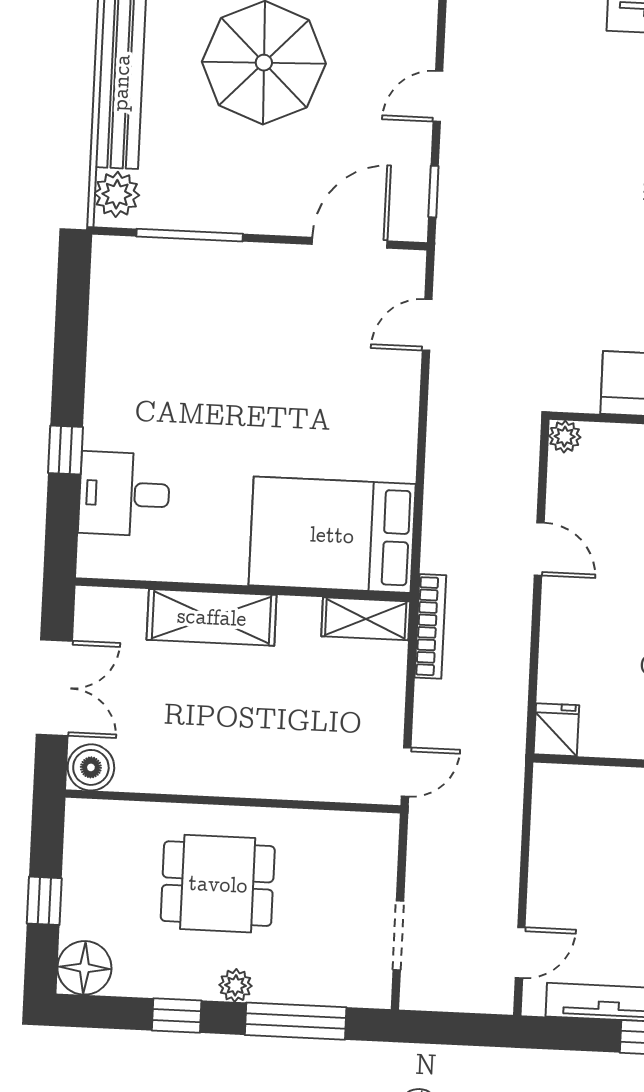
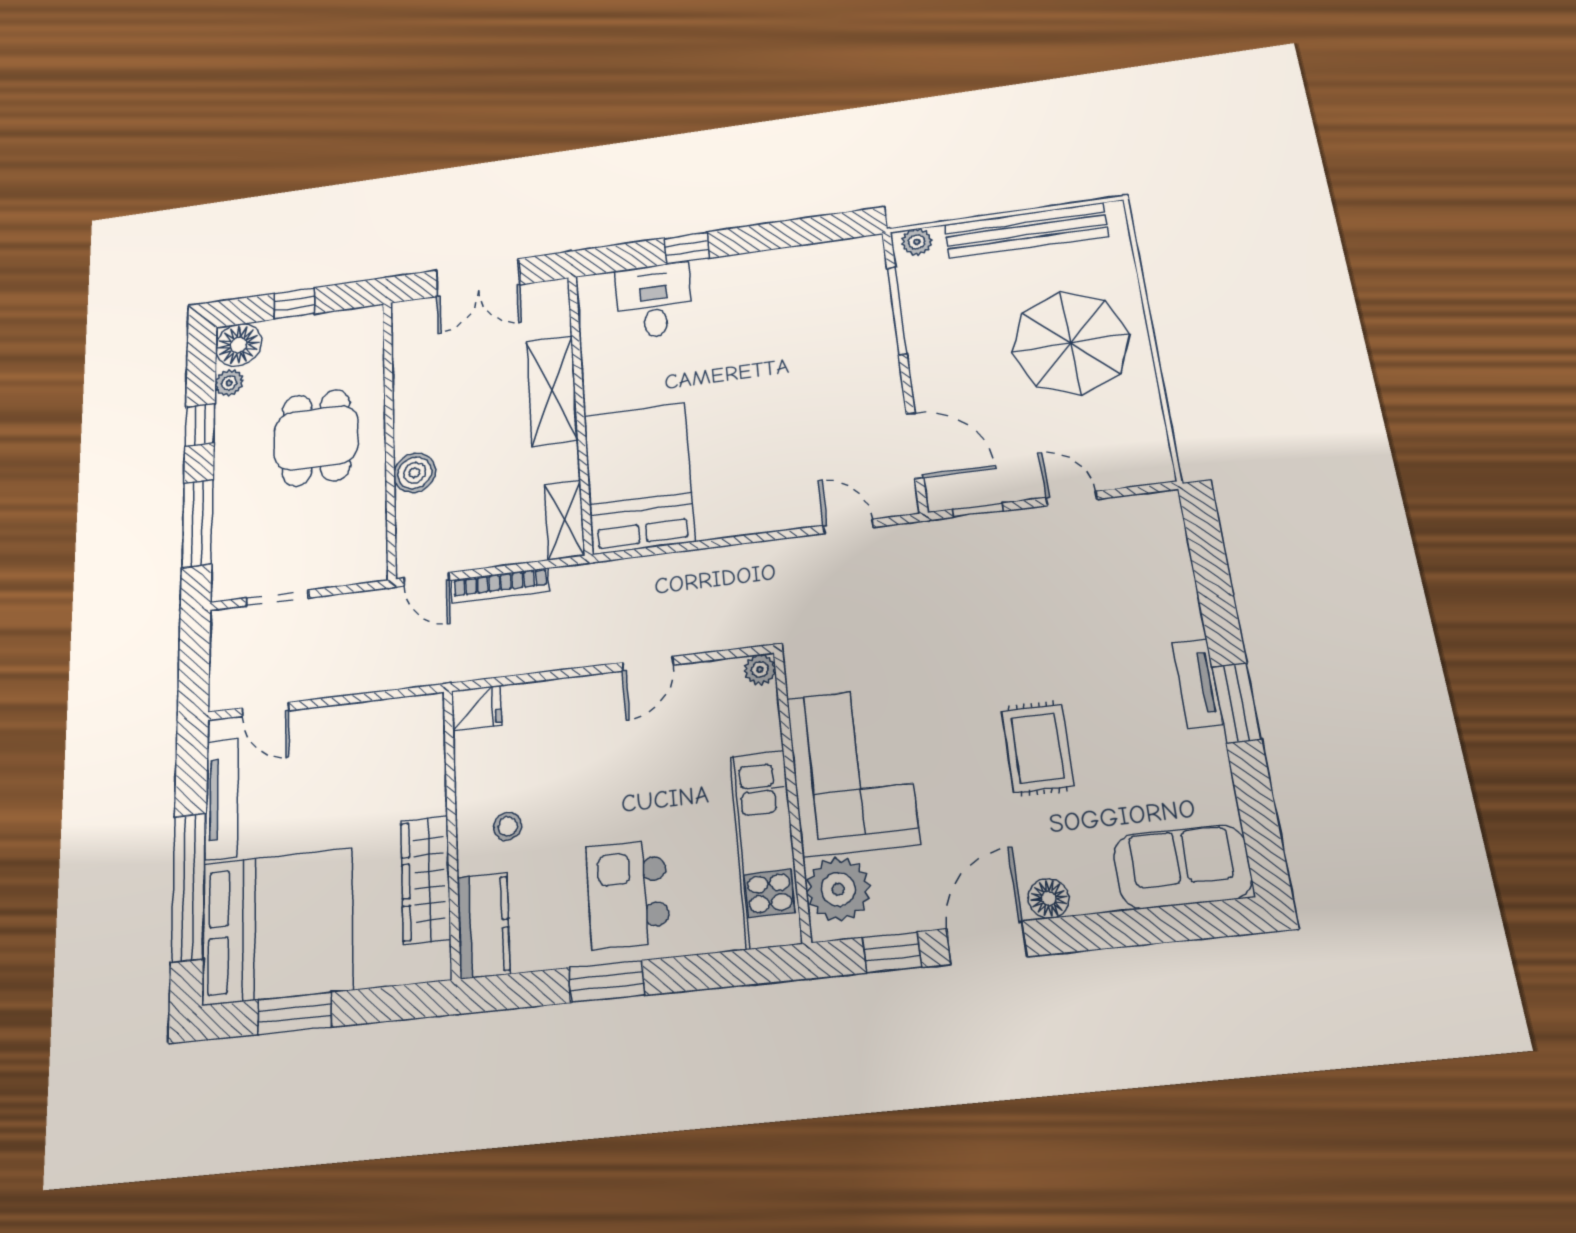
plant: (117, 194) -> (917, 242), width x0.73, depth x0.73
bookcase: (430, 626) -> (500, 586), moved
boiler: (91, 767) -> (415, 473), moved
plant: (236, 985) -> (229, 383), moved

